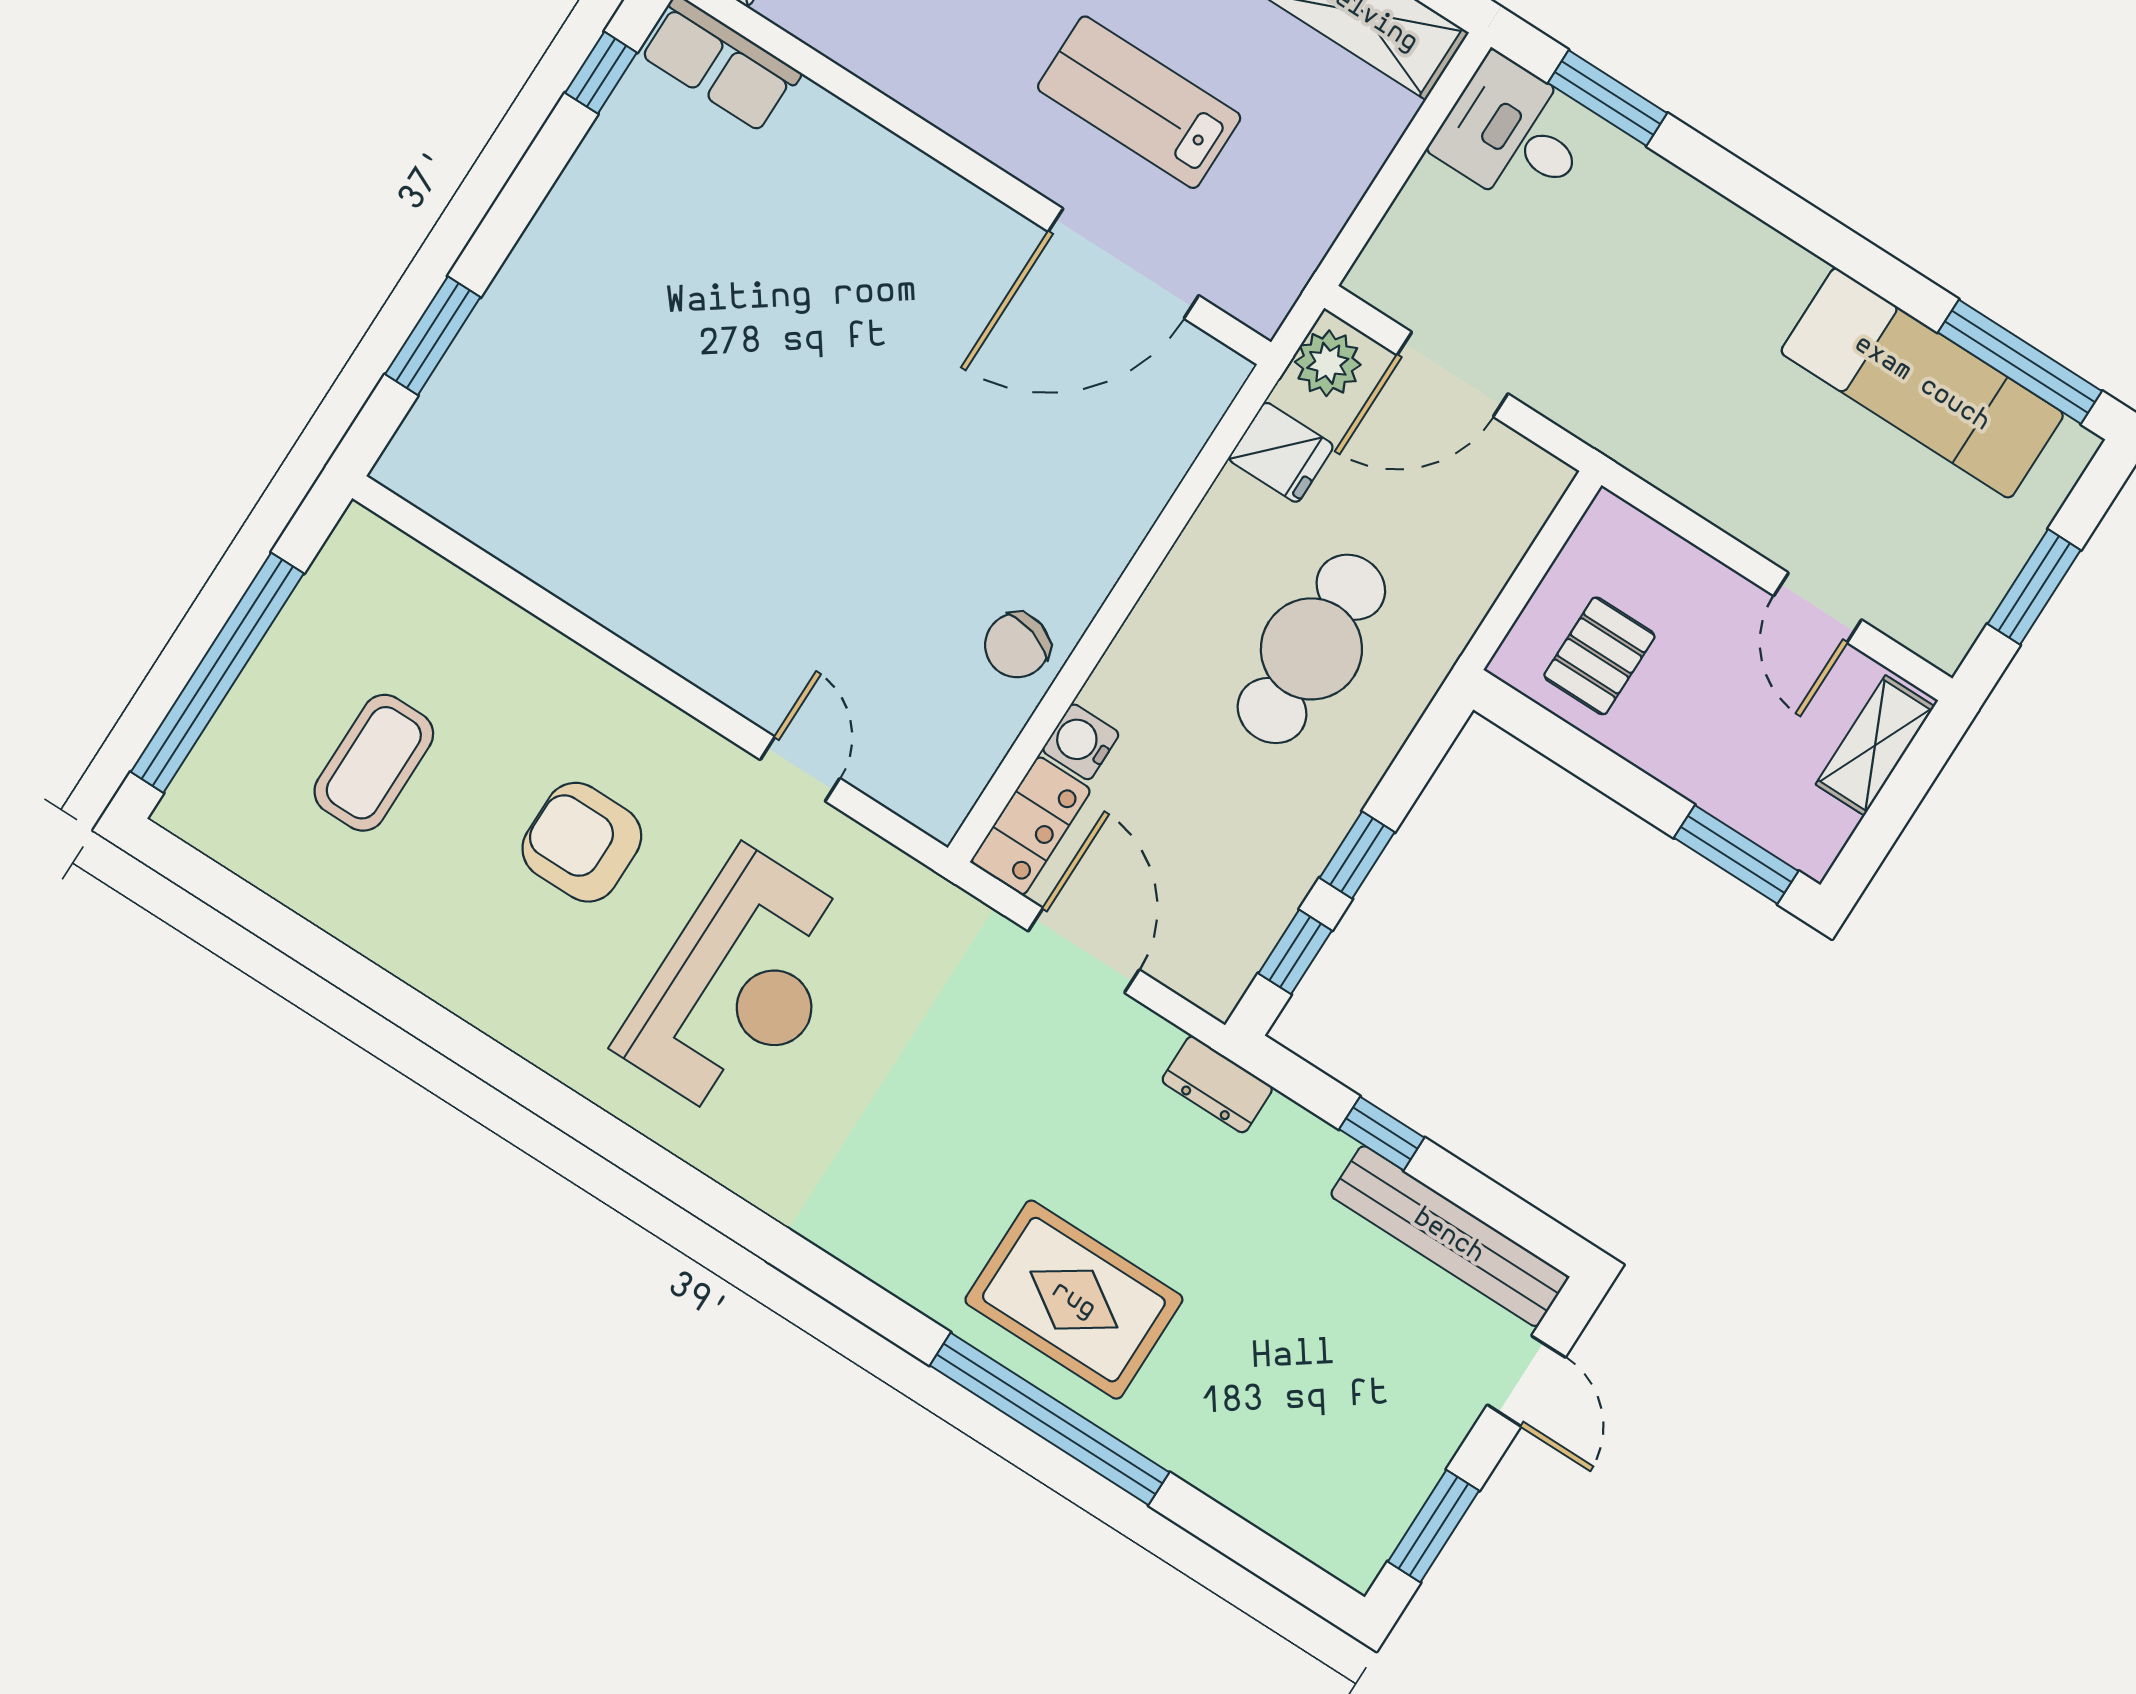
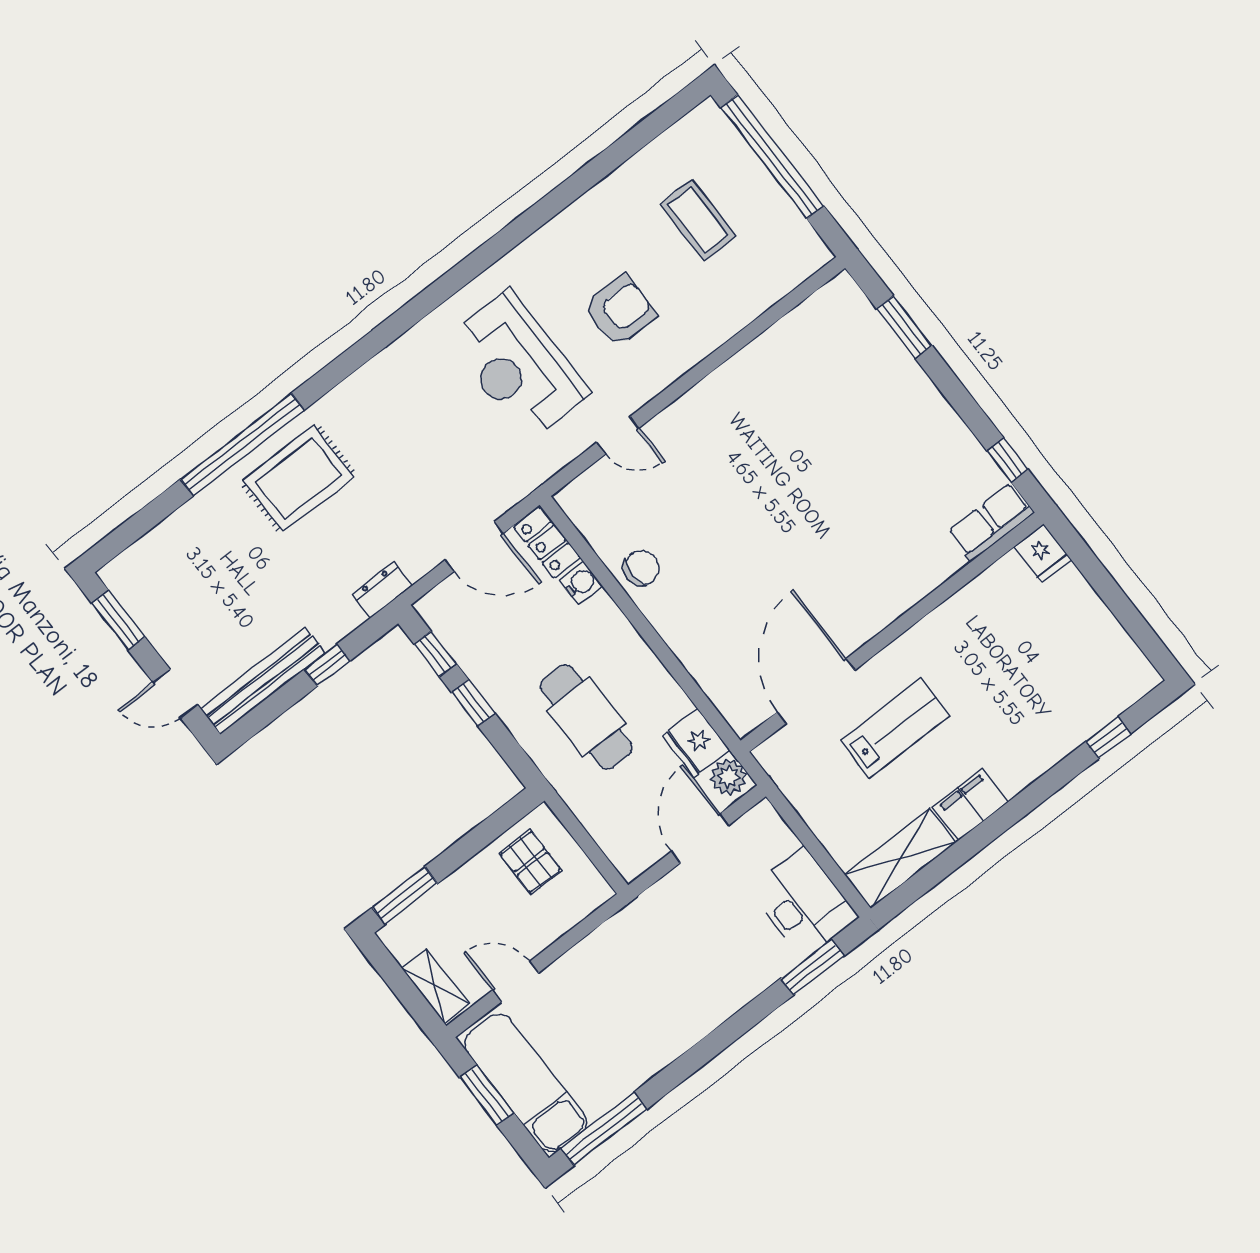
desk: (1514, 134) -> (804, 903), width x1.37
exam couch: (1922, 383) -> (525, 1083), moved, turned 90
fridge: (1281, 452) -> (696, 743), width x1.38
chair: (1017, 645) -> (641, 568), turned 72

